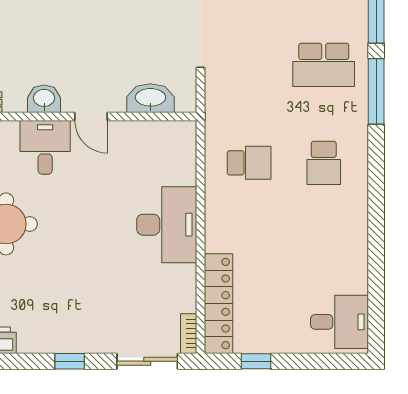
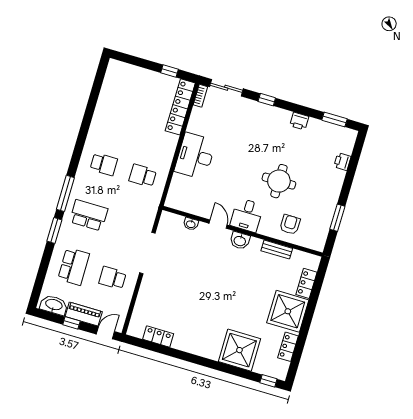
washbasin: (150, 98) -> (191, 224), width x0.52, depth x0.69
school desk: (324, 163) -> (104, 164), turned 90
desk: (340, 322) -> (120, 79), removed

